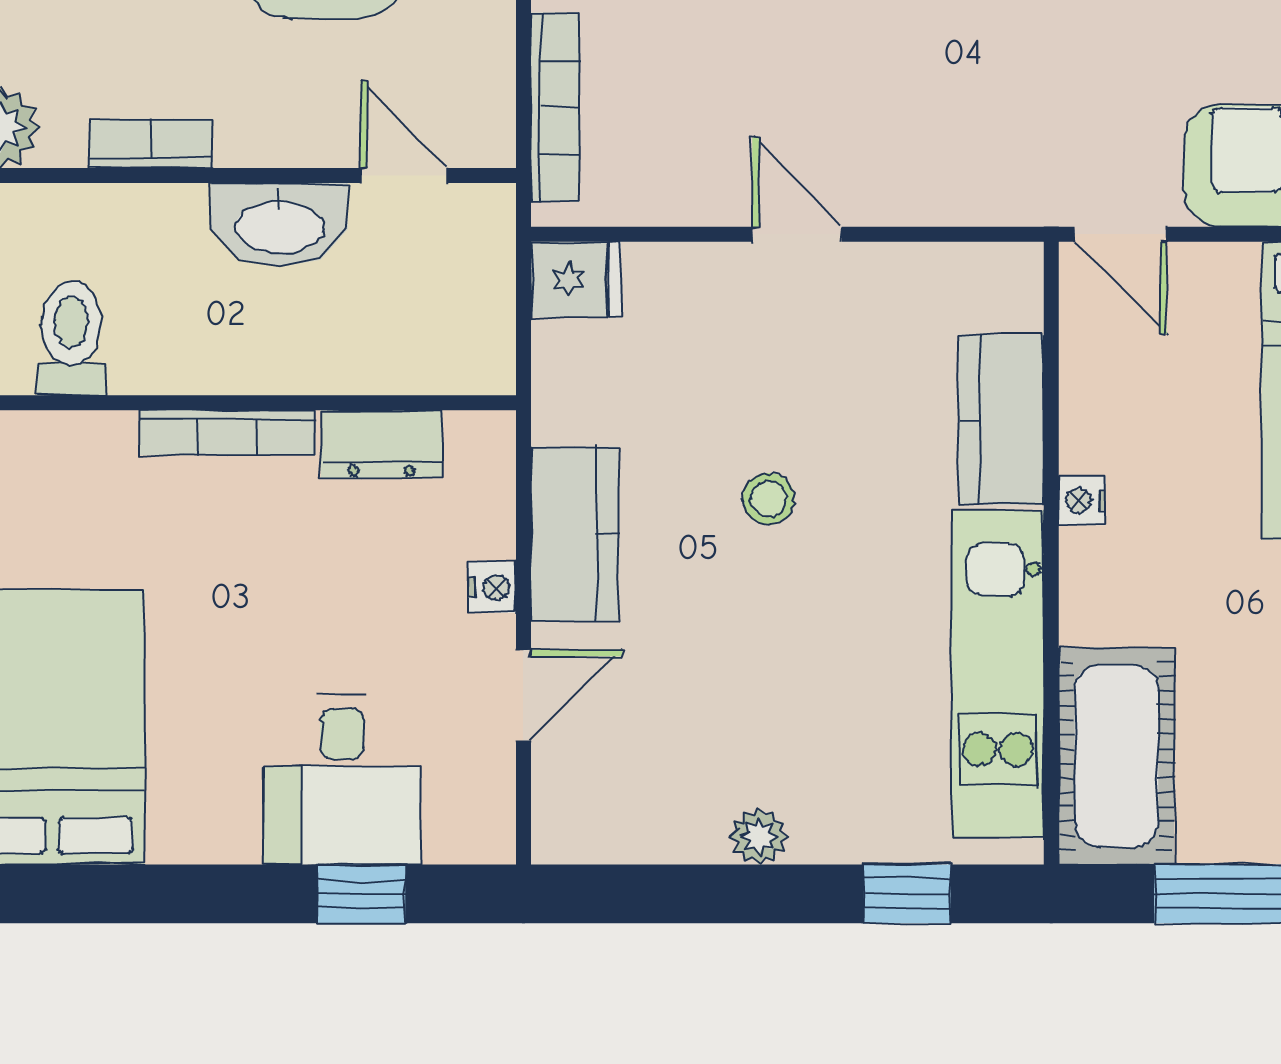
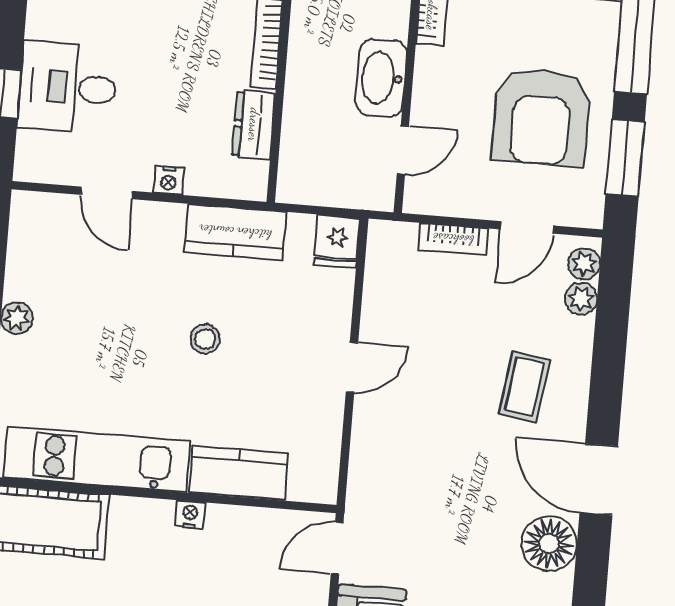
bookcase: (555, 107) -> (453, 239), width x0.64
kitchen counter: (574, 534) -> (235, 232), moved

